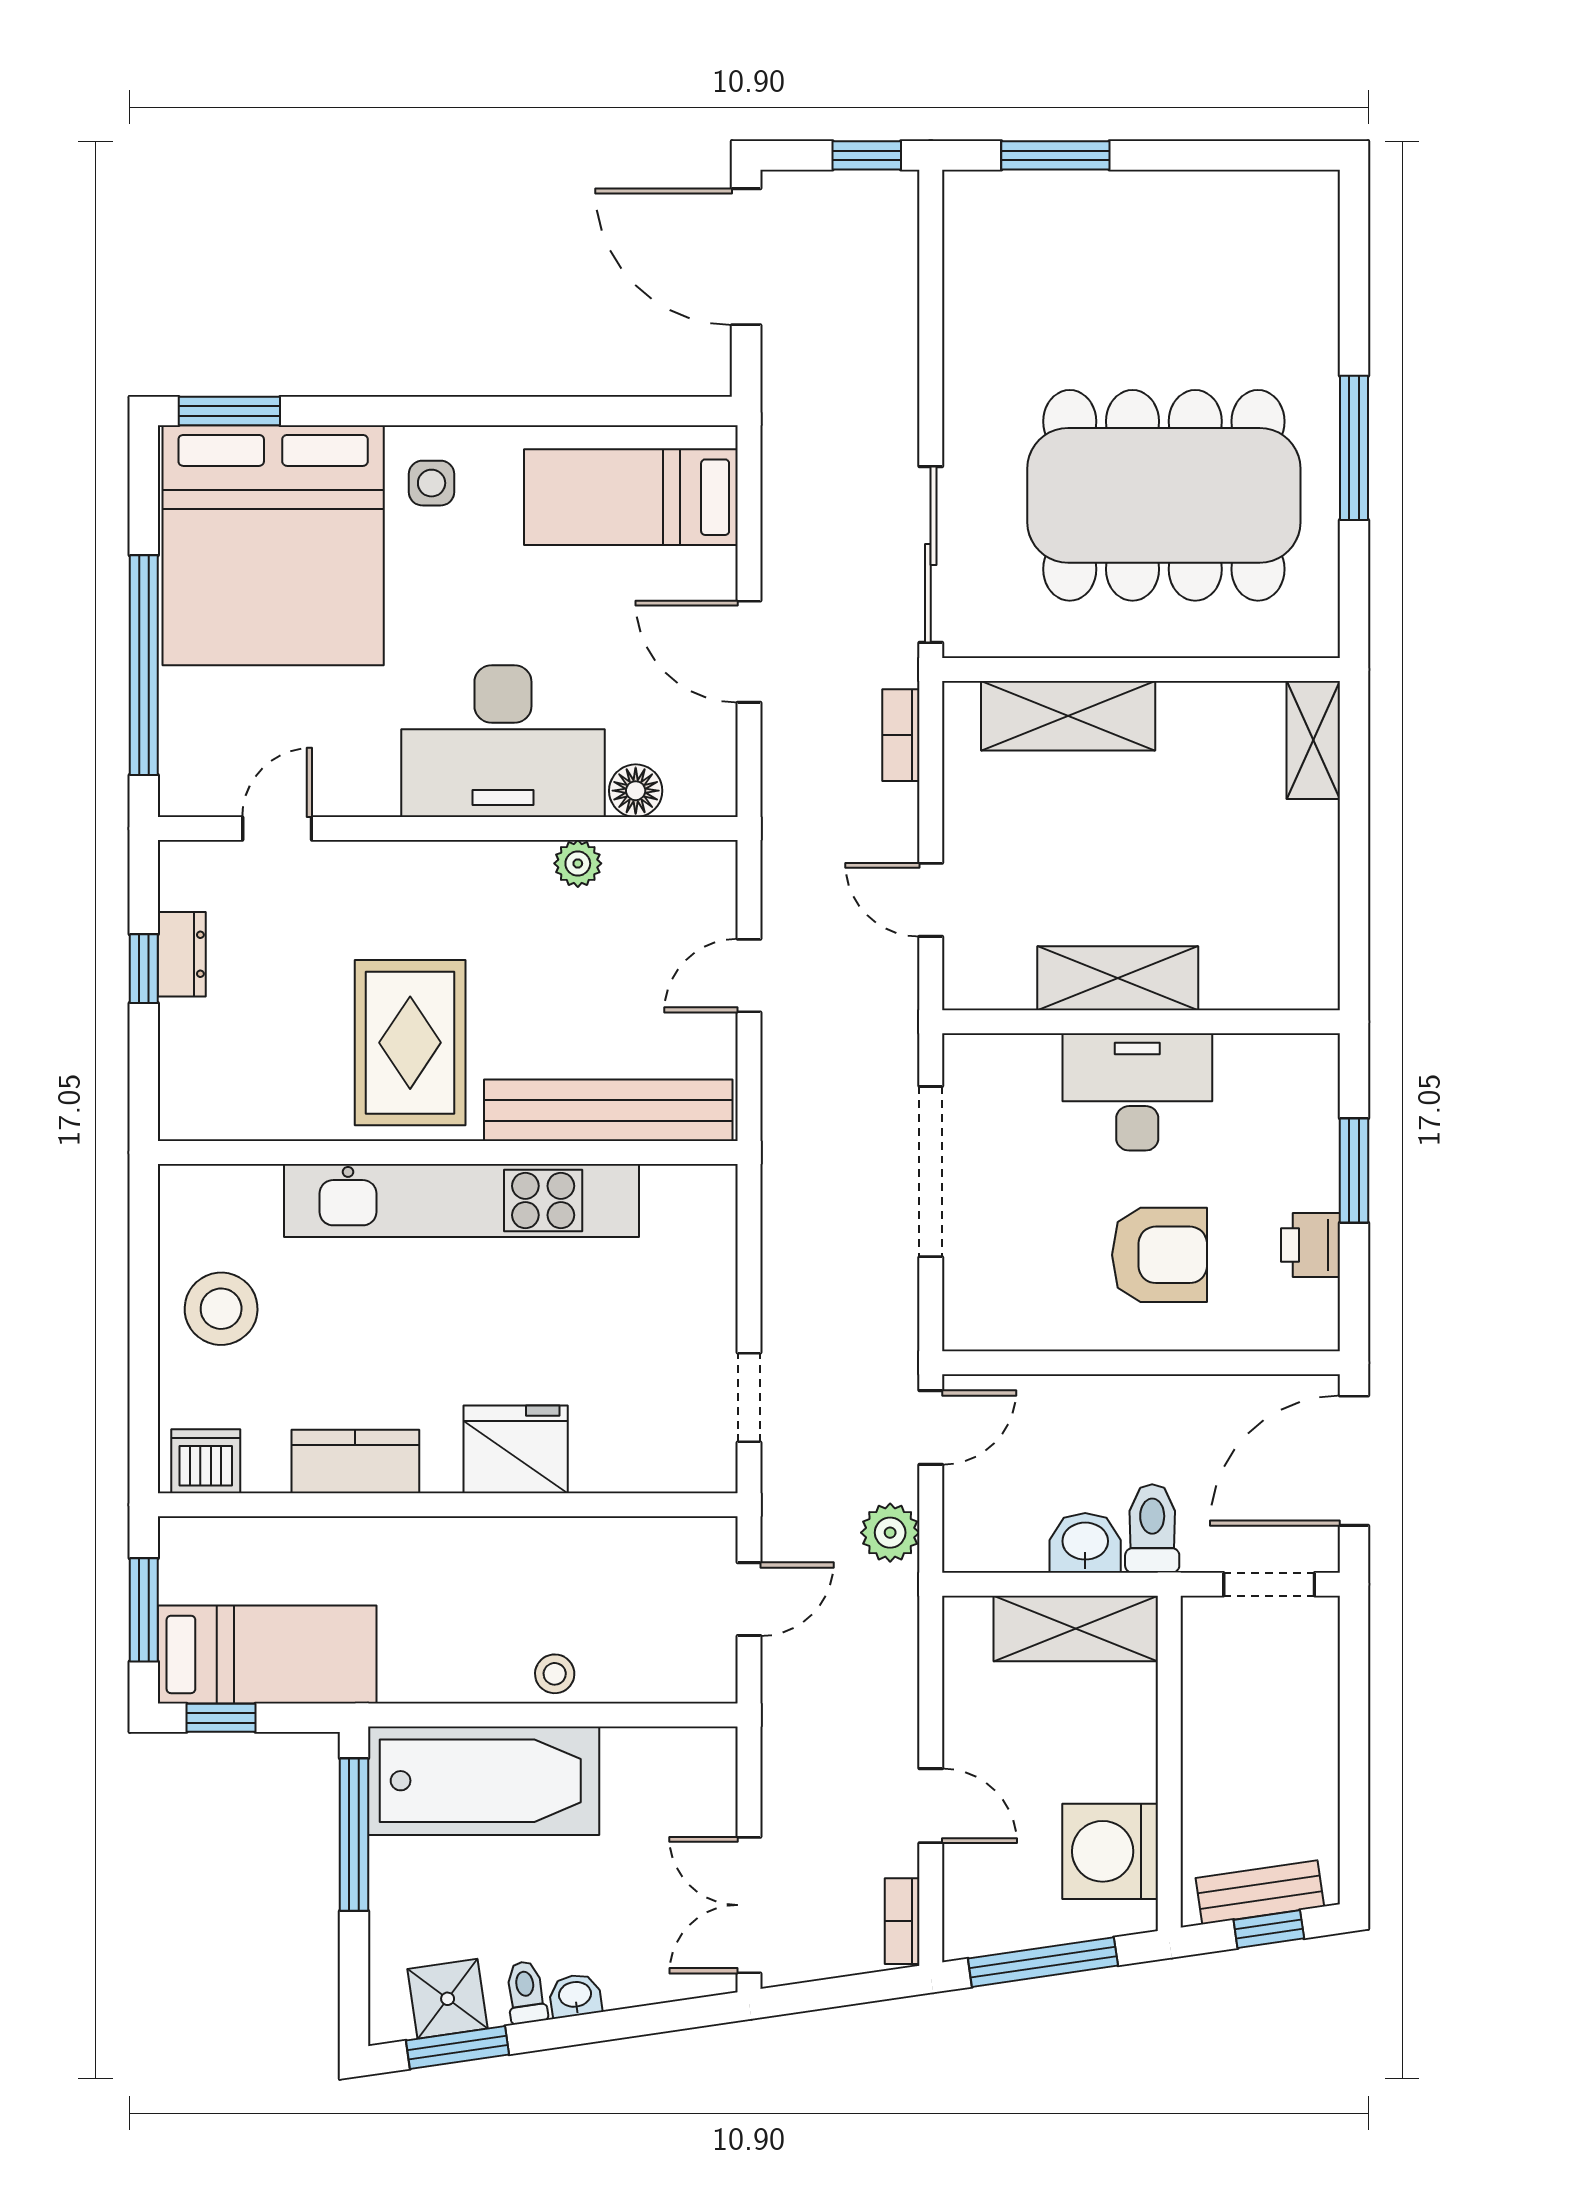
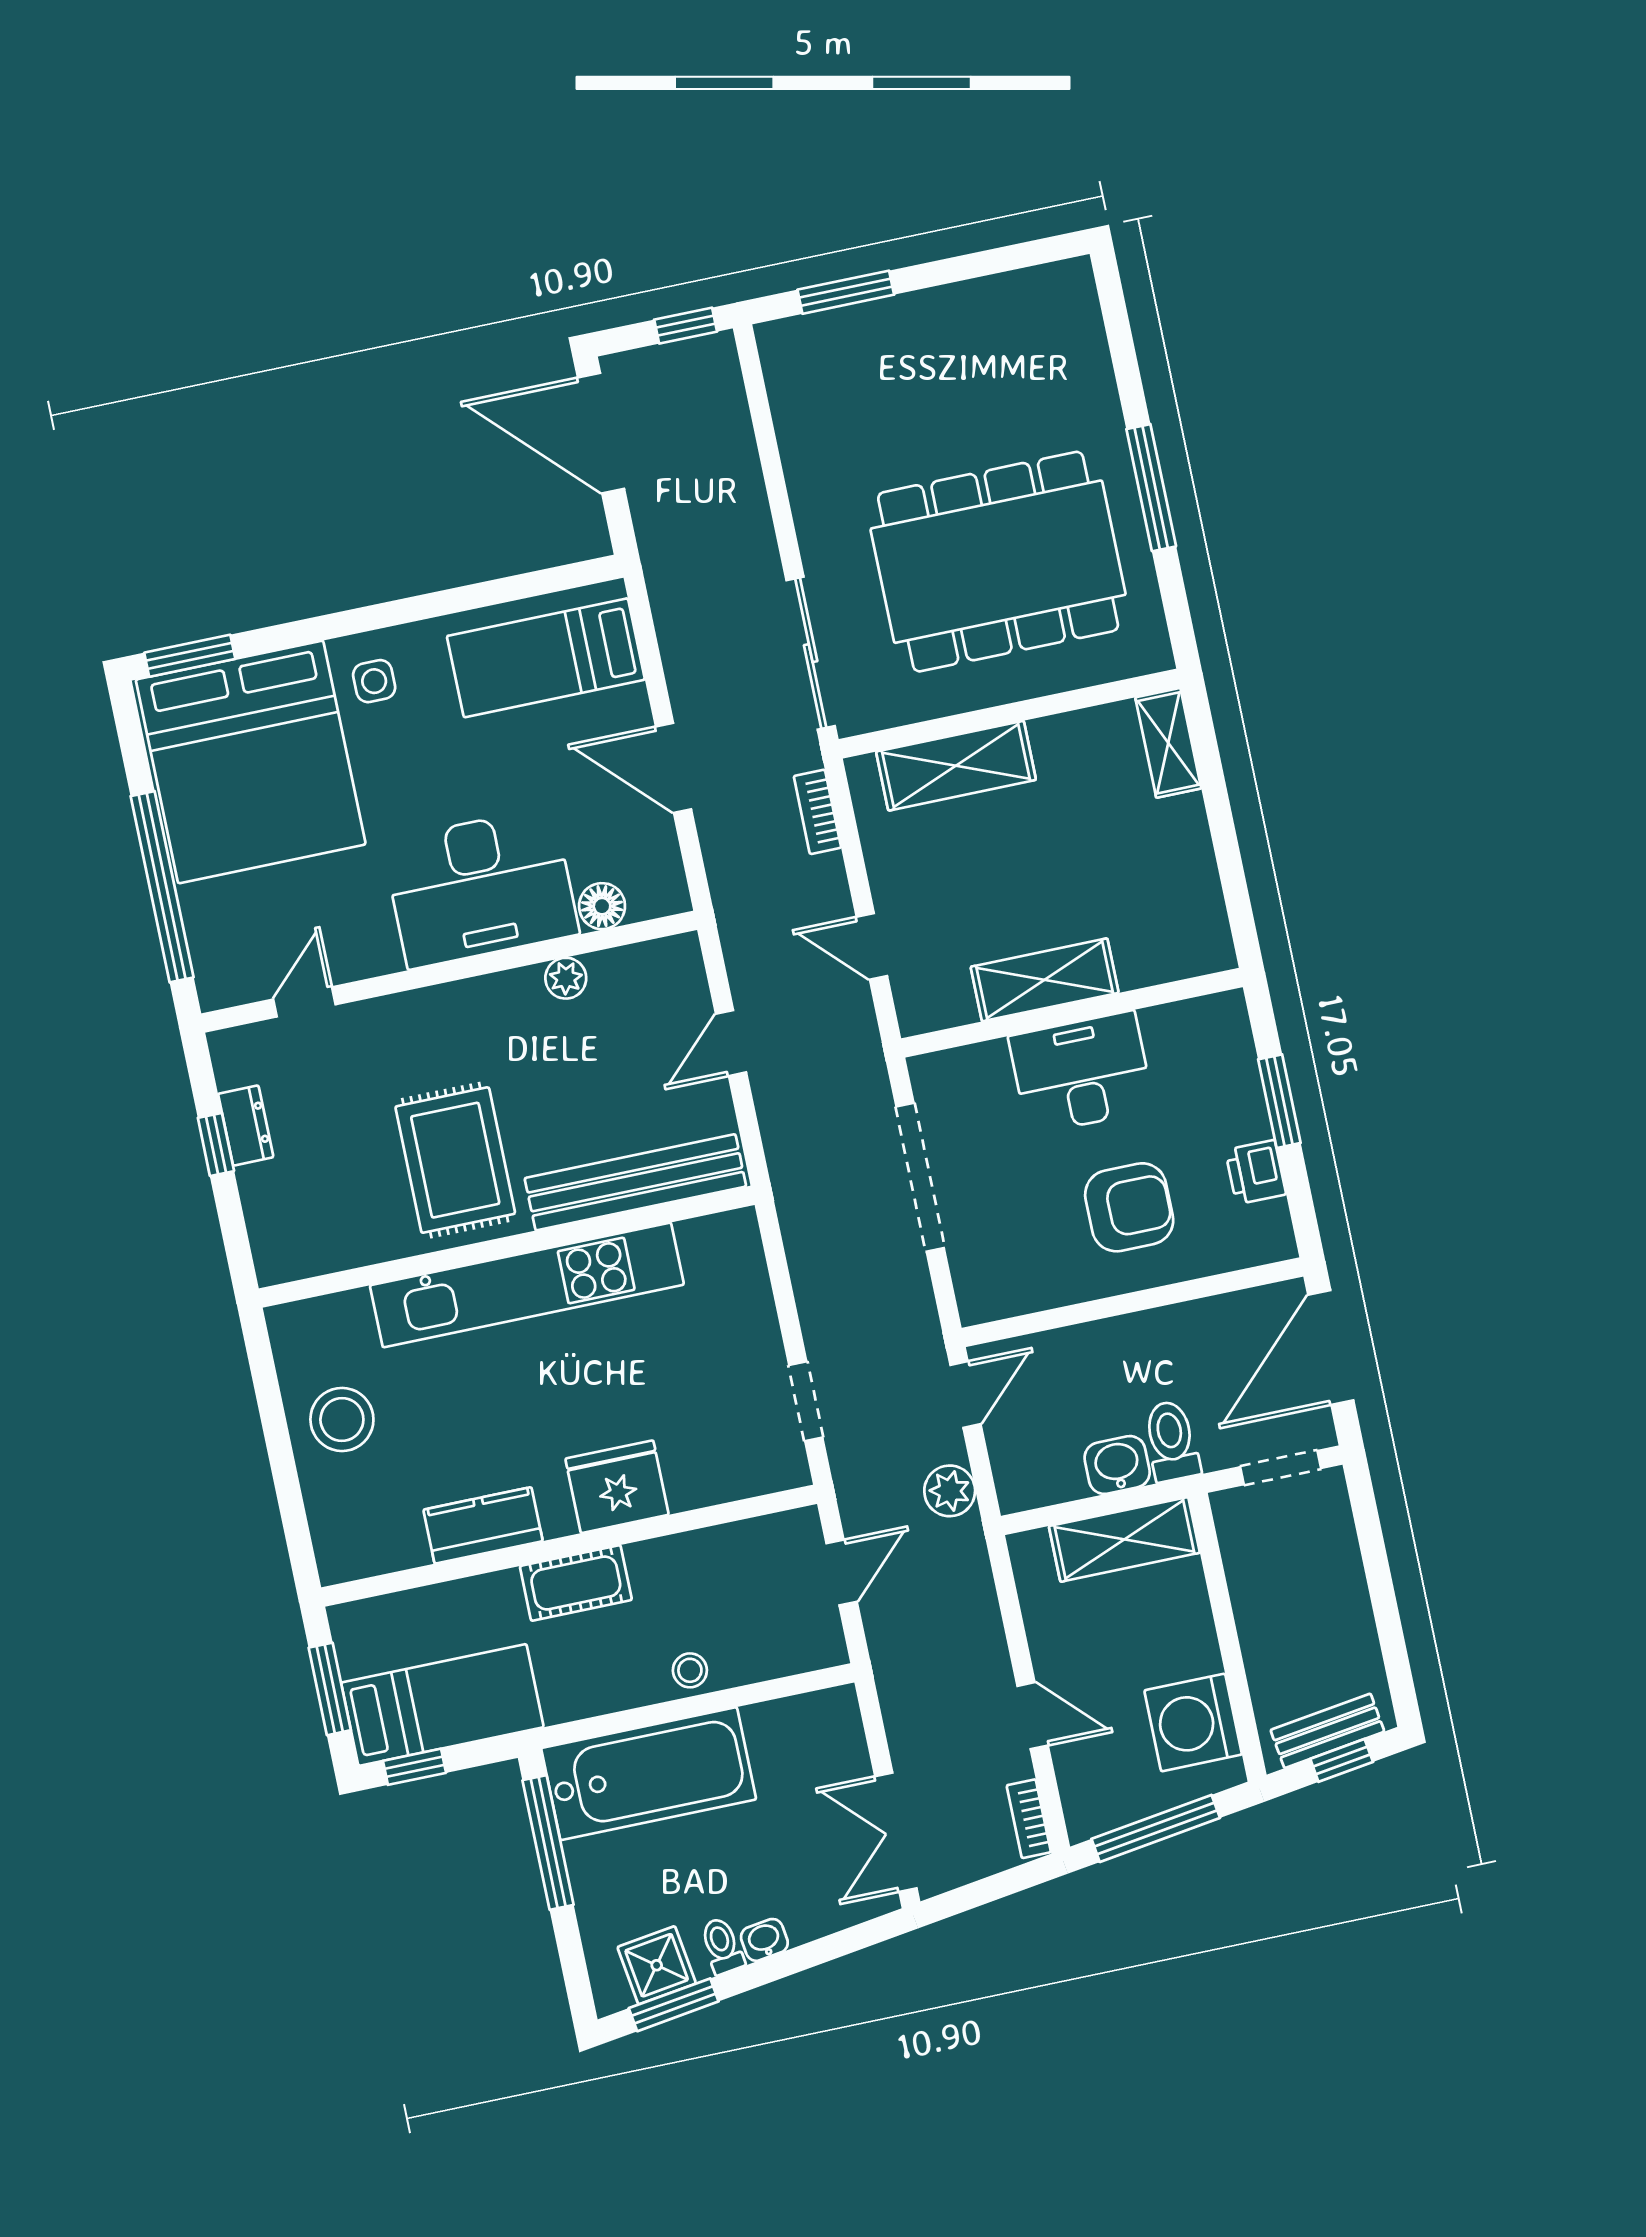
dishwasher: (206, 1461) -> (356, 1552), removed
cot: (446, 1548) -> (576, 1583), added

